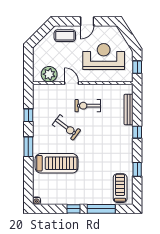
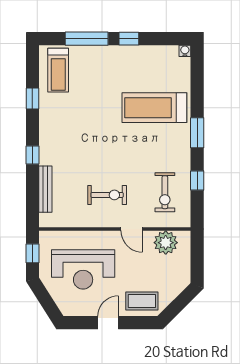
exercise bike: (66, 127) -> (165, 192), moved, turned -127

